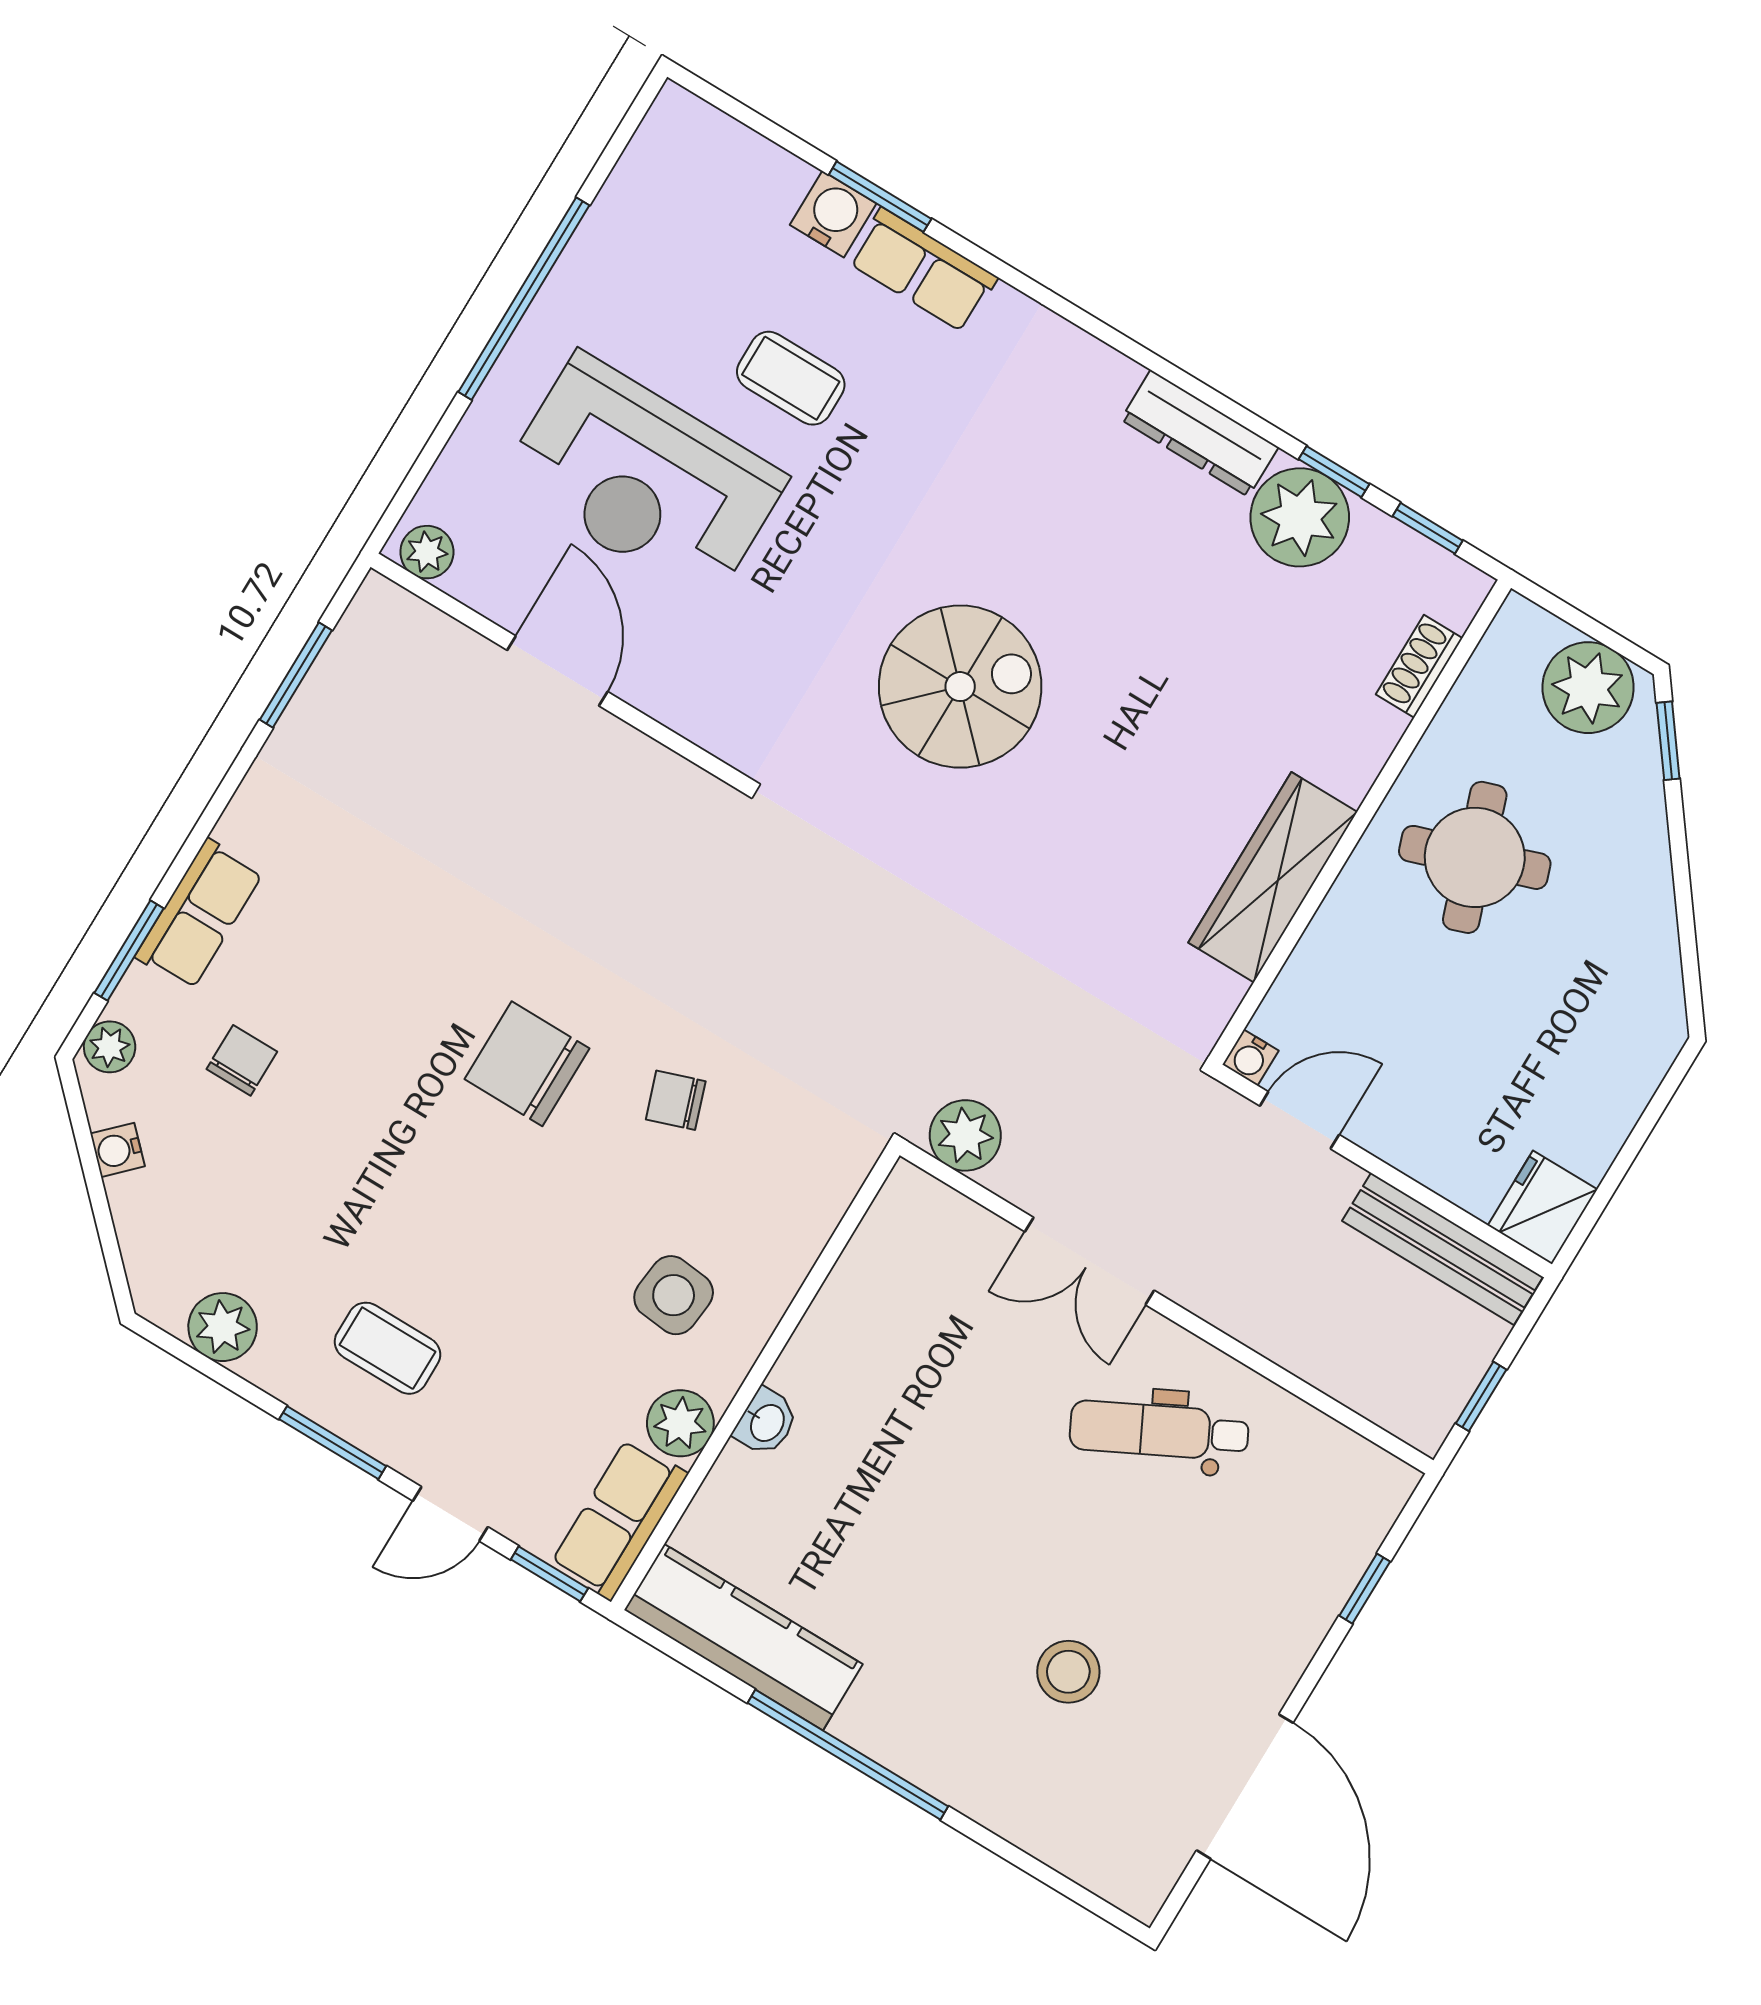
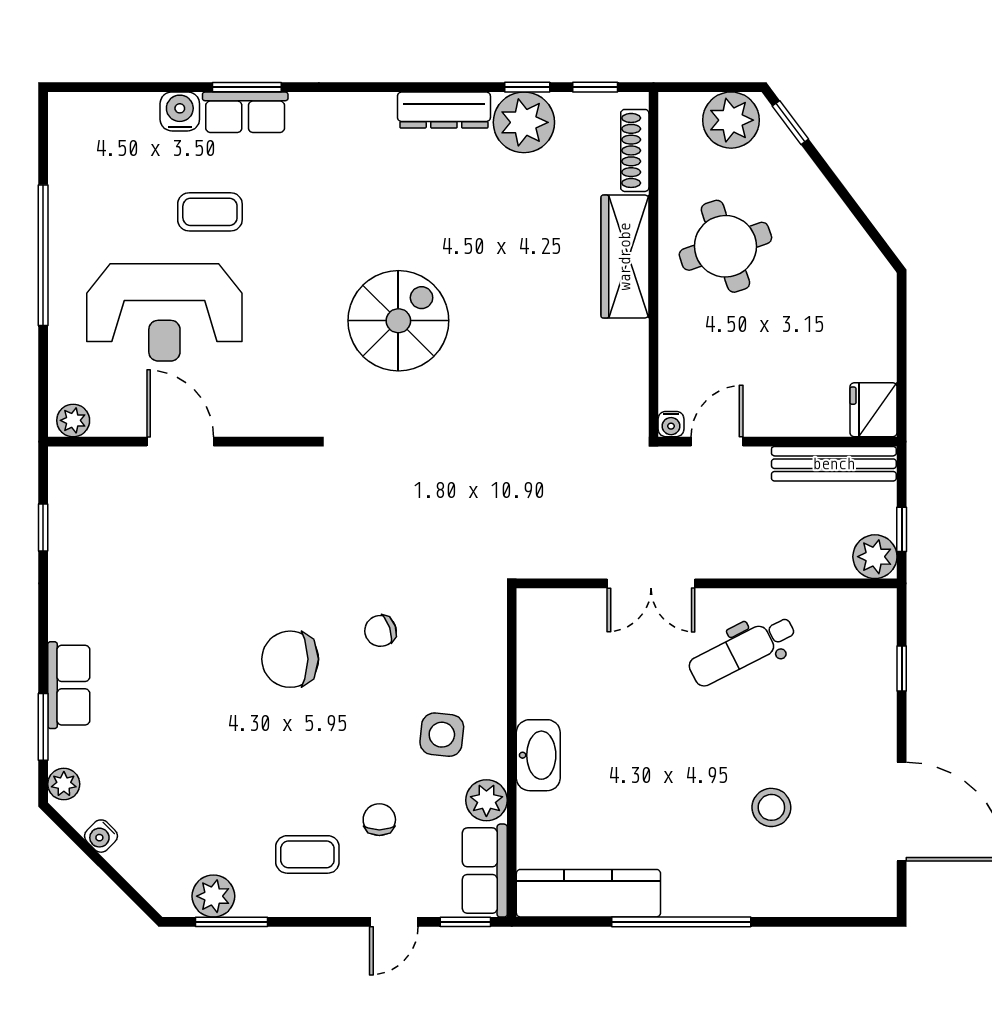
window: (880, 197) -> (247, 87), moved
shoe rack: (1419, 666) -> (635, 150), width x1.43
window: (296, 675) -> (43, 528), width x0.67
wardrobe: (1273, 877) -> (625, 257), moved
chair: (242, 1060) -> (379, 820), moved
plant: (965, 1135) -> (875, 557), moved
washbasin: (766, 1422) -> (538, 755), width x1.91, depth x1.45
window: (333, 1443) -> (231, 922), moved

